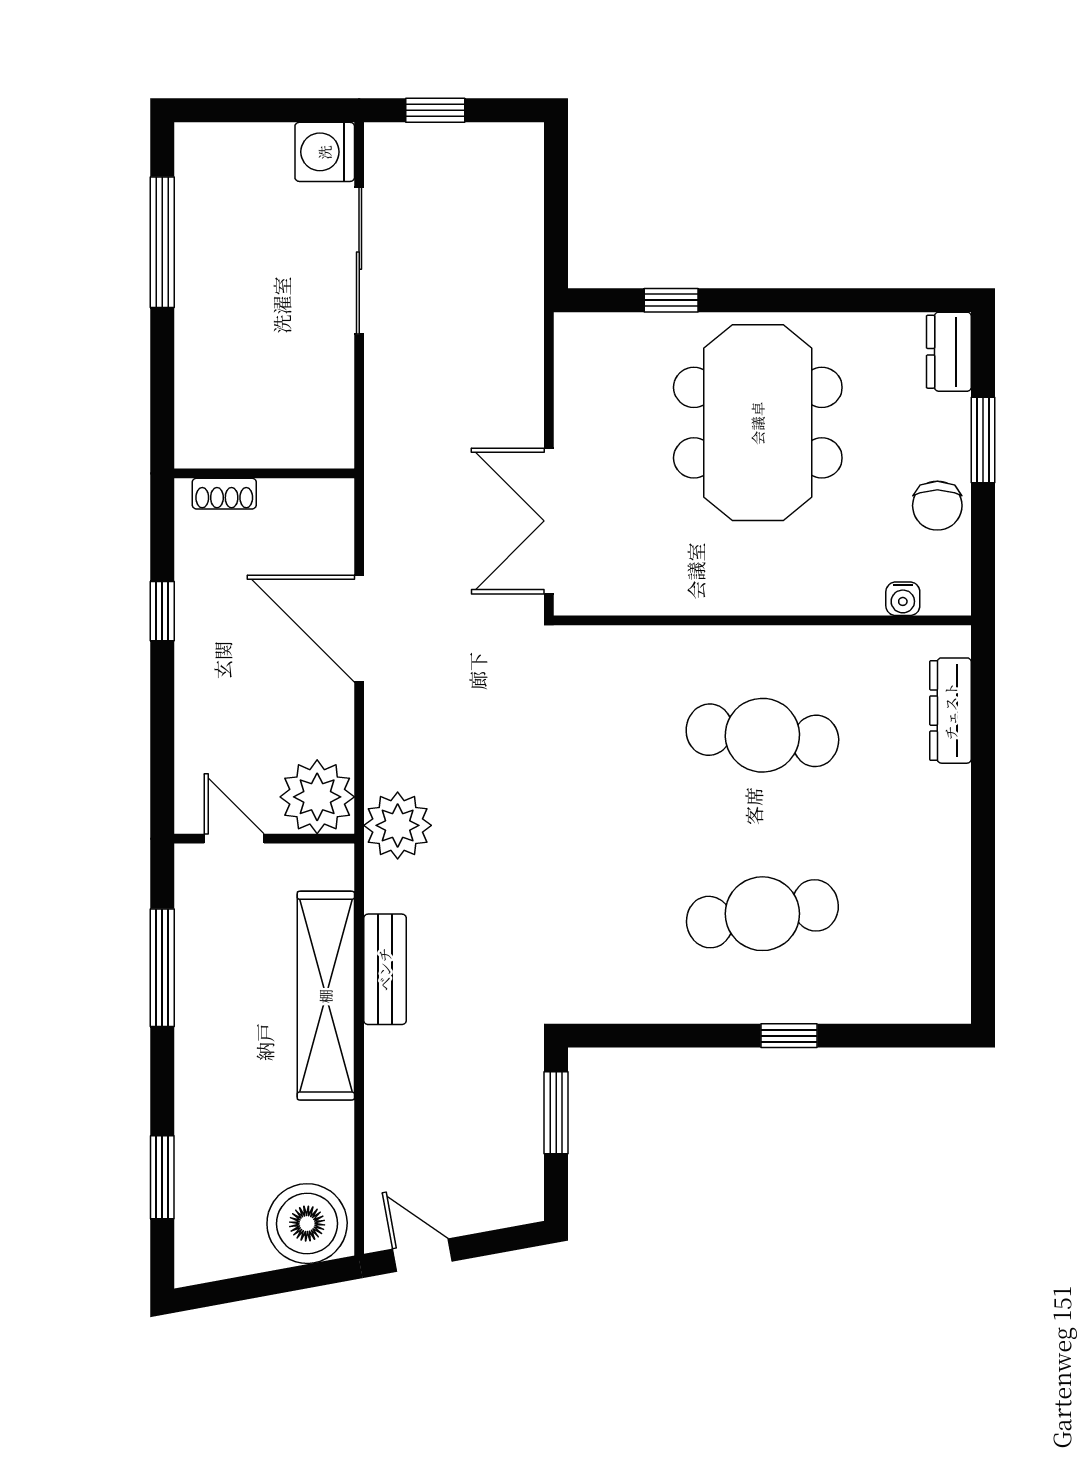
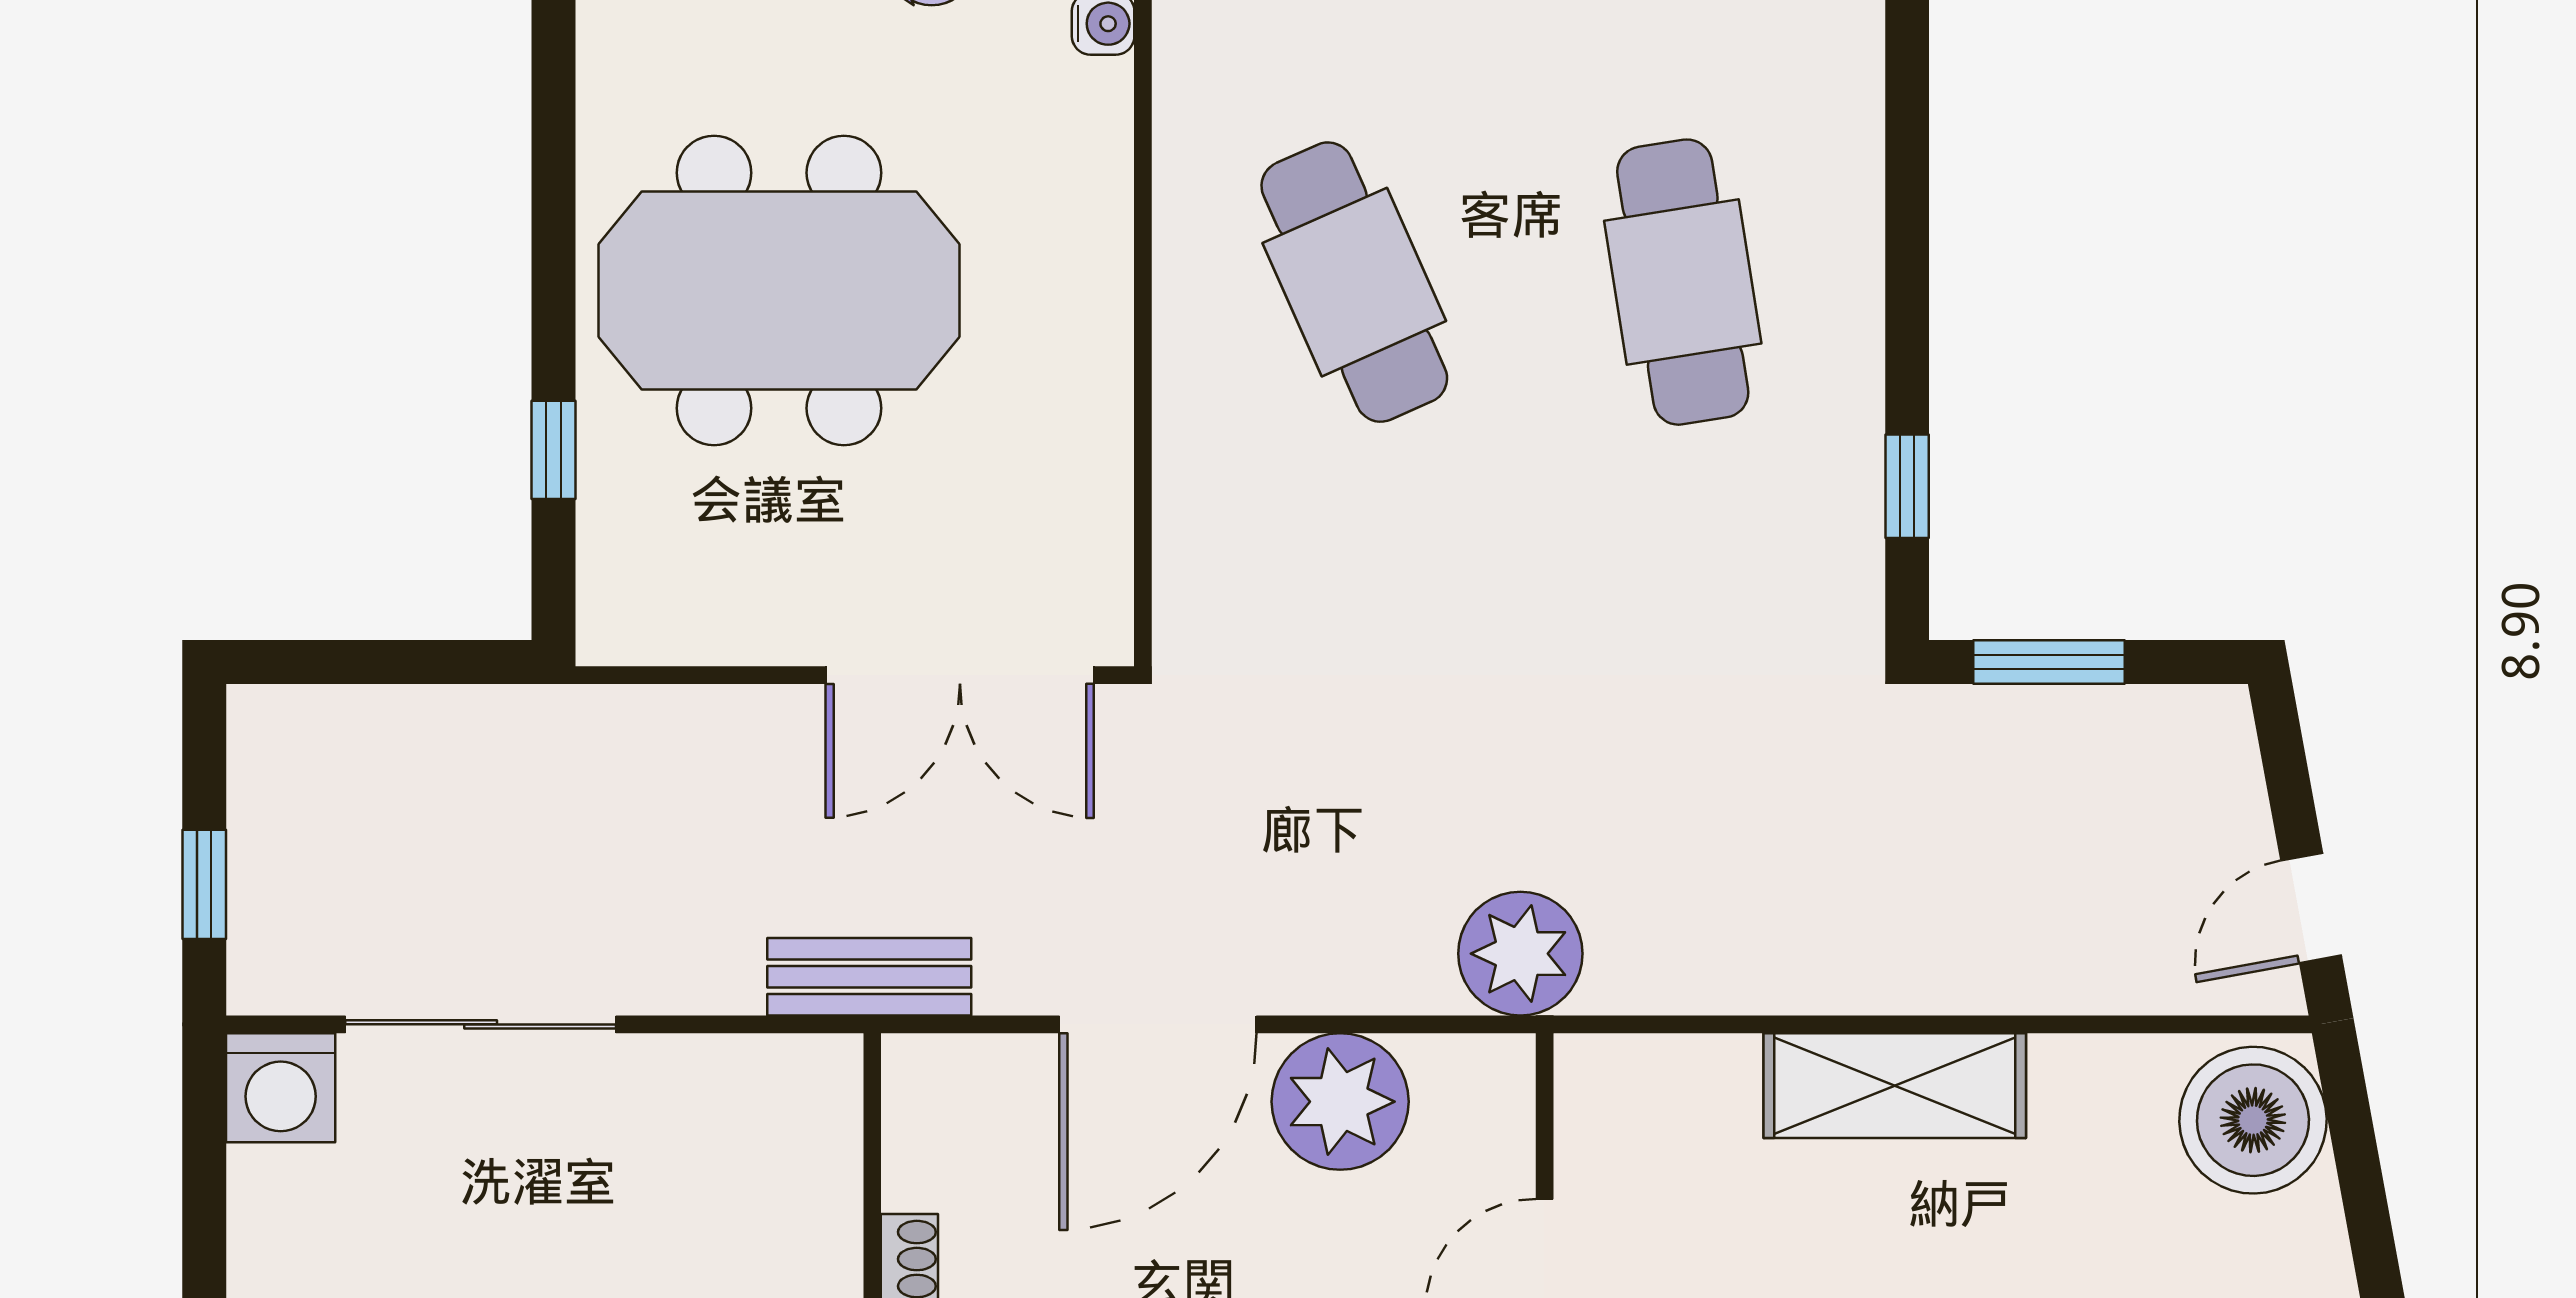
cafe table: (762, 735) -> (1354, 282), turned -30
plant: (317, 797) -> (1340, 1102), moved
bench: (385, 969) -> (869, 977), moved
shelving: (326, 996) -> (1895, 1086), width x0.68
window: (789, 1036) -> (1907, 486), moved

